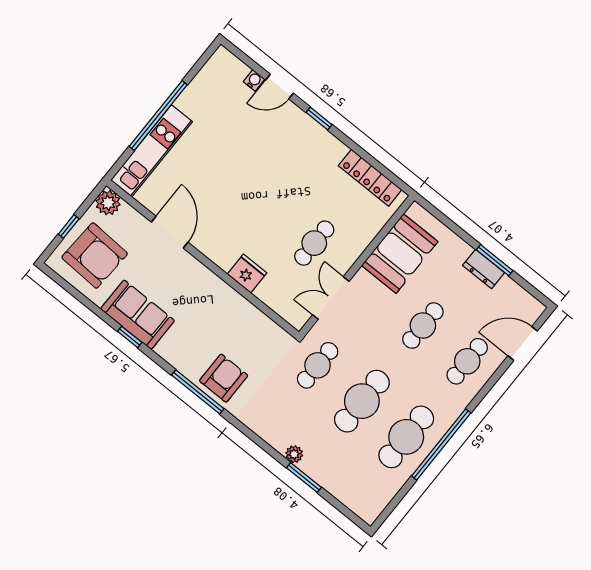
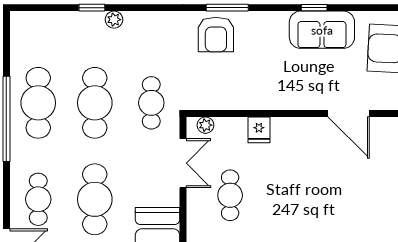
fridge: (247, 274) -> (259, 130), width x0.72
plant: (289, 314) -> (205, 125), added
cafe table: (423, 326) -> (95, 199), width x1.37, depth x1.35
window: (198, 392) -> (227, 8), width x0.69
window: (304, 478) -> (92, 8), width x0.67

